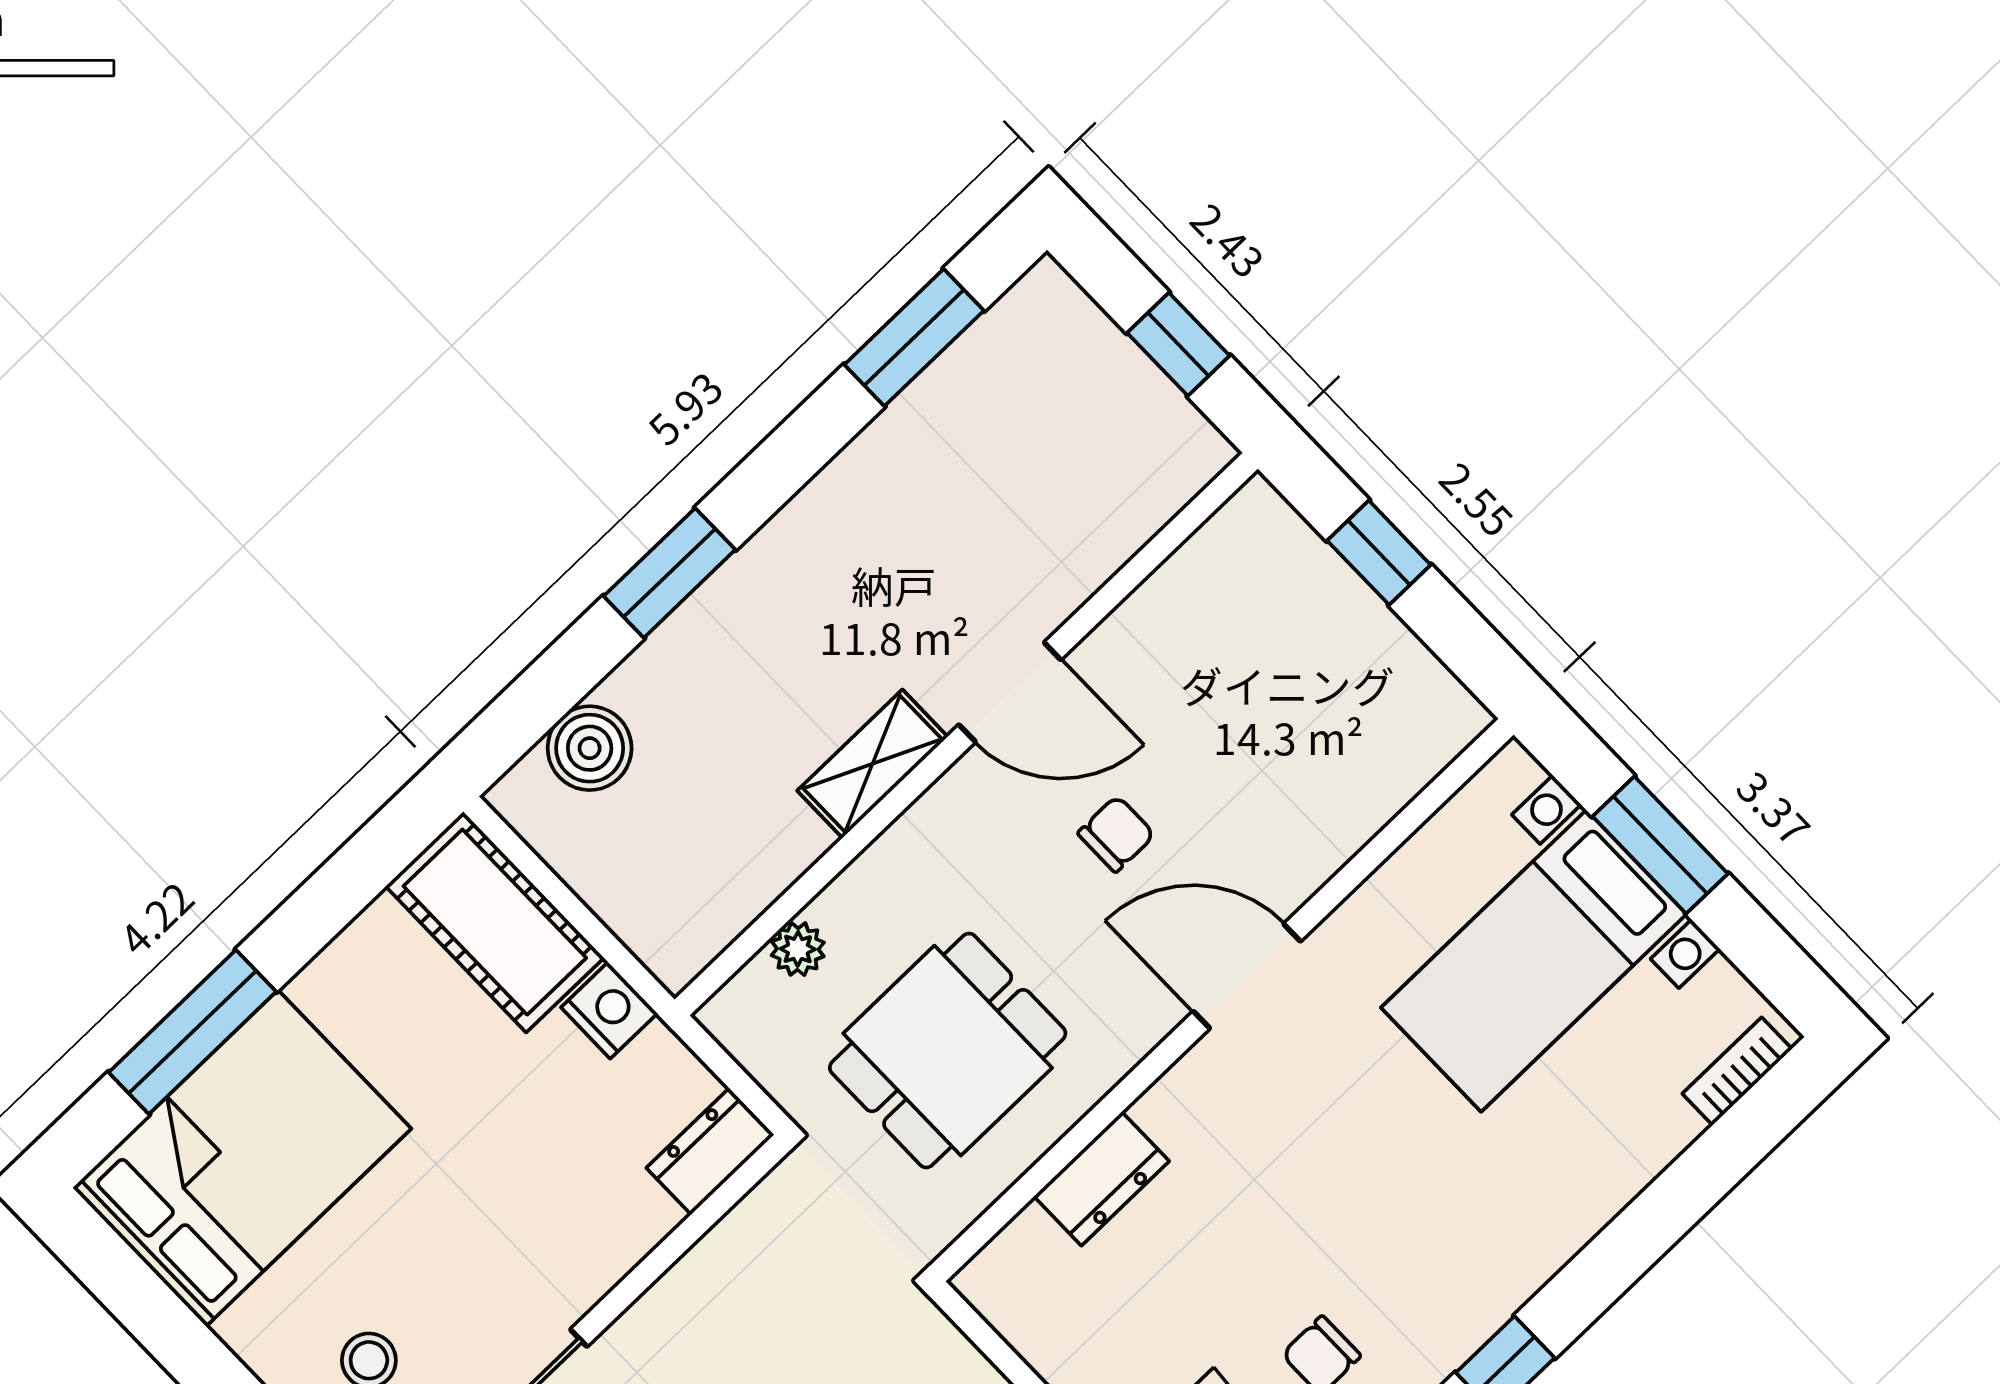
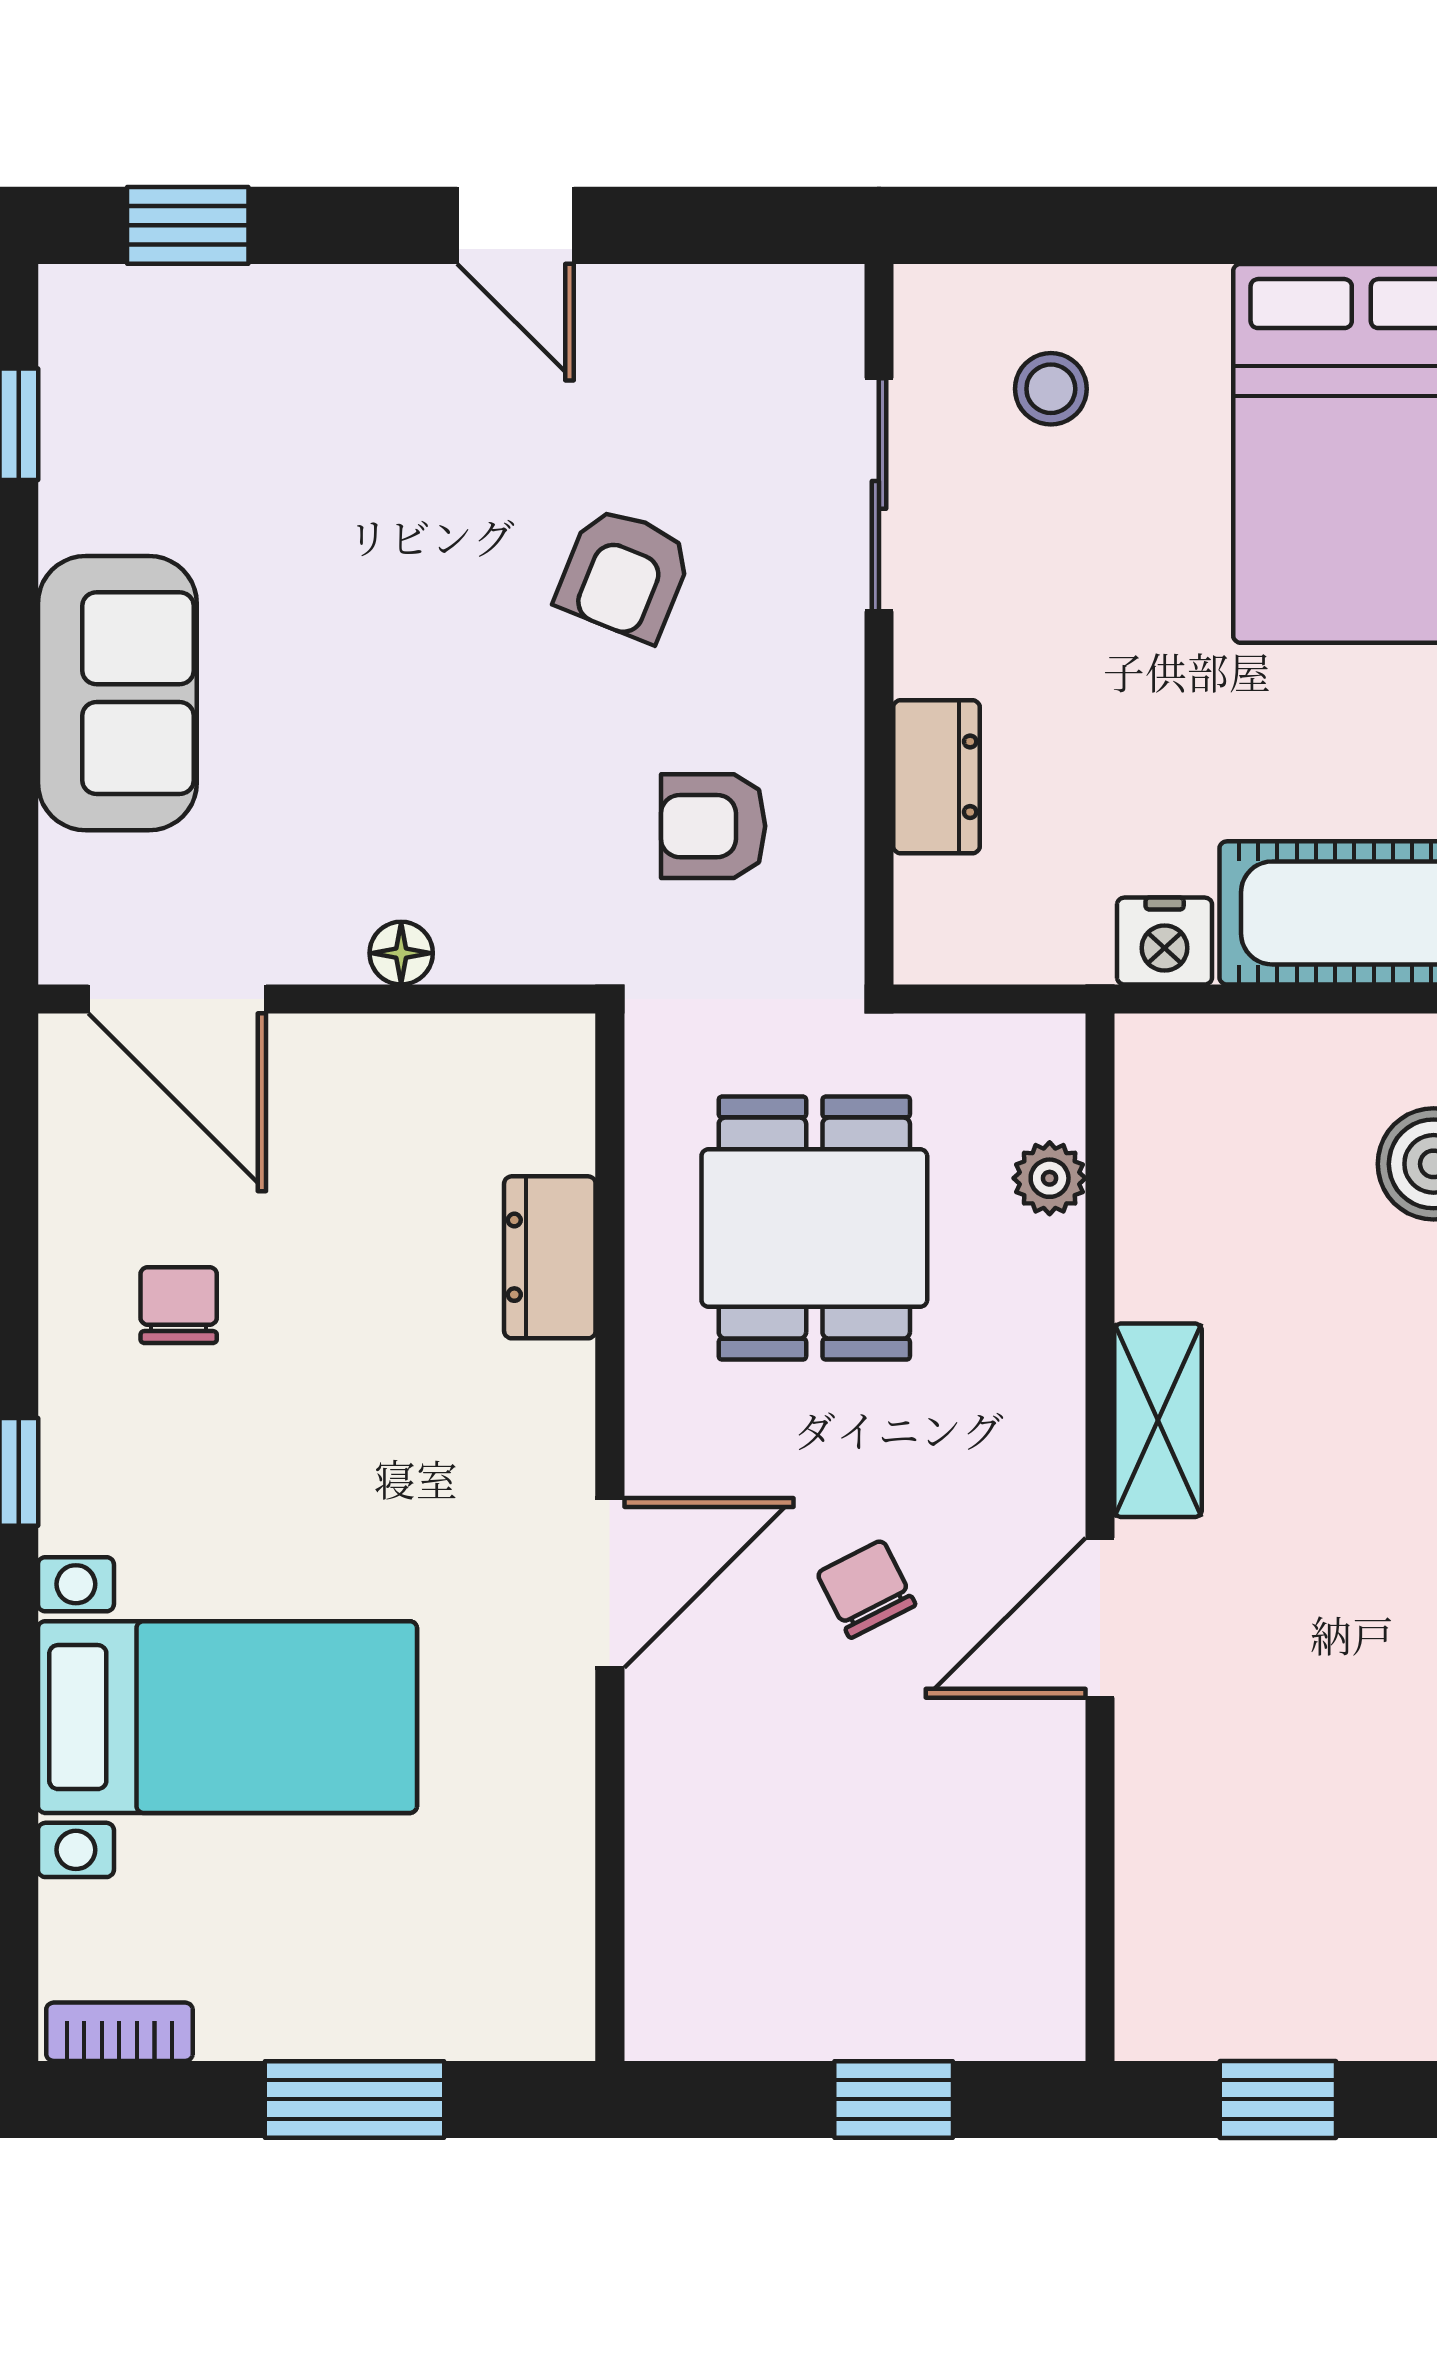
chair: (1116, 834) -> (866, 1589), turned 153
bed with nightstands: (1534, 961) -> (227, 1717), moved, turned 90
bookcase: (1737, 1071) -> (119, 2032), moved, turned -90
dresser: (710, 1151) -> (936, 777), moved
armchair: (782, 1315) -> (713, 826), added

